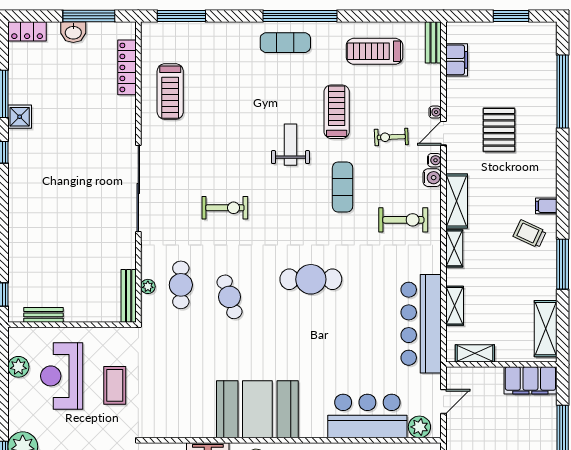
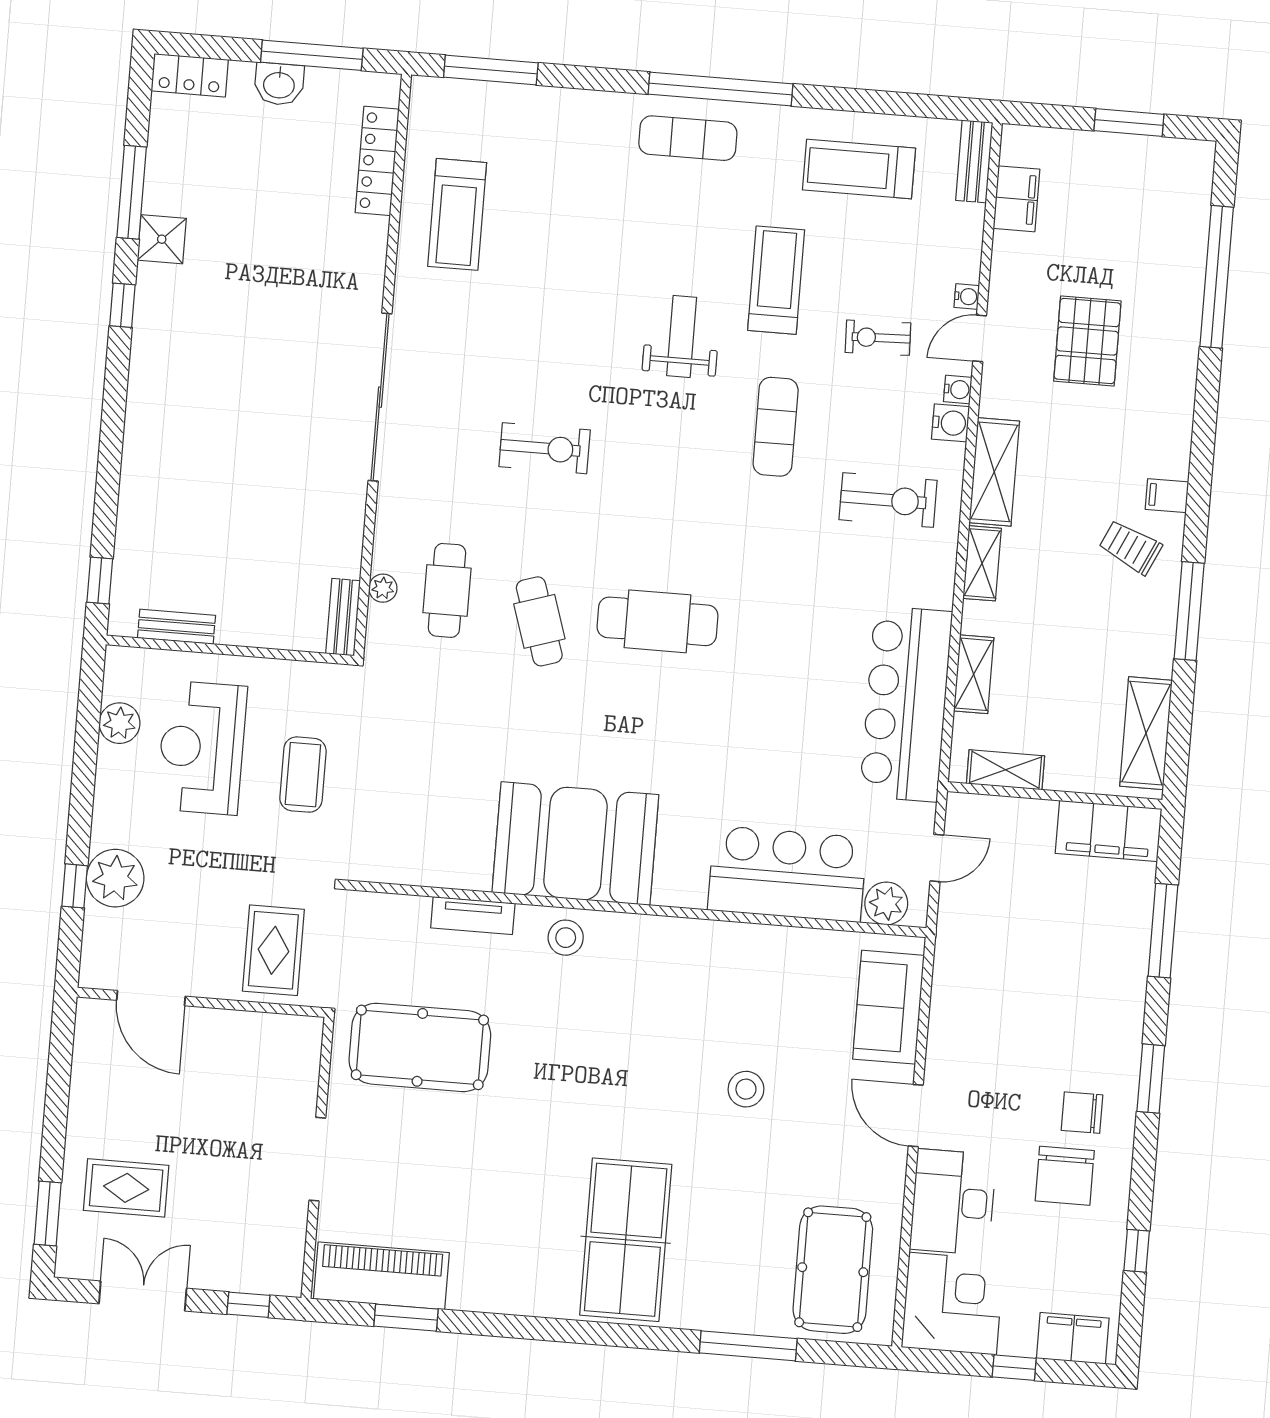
cafe table: (311, 279) -> (658, 621), moved
bench: (129, 296) -> (343, 617), width x0.73

